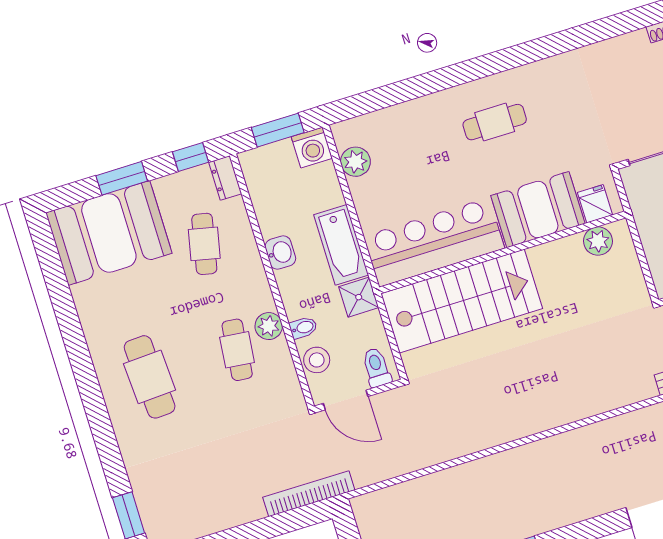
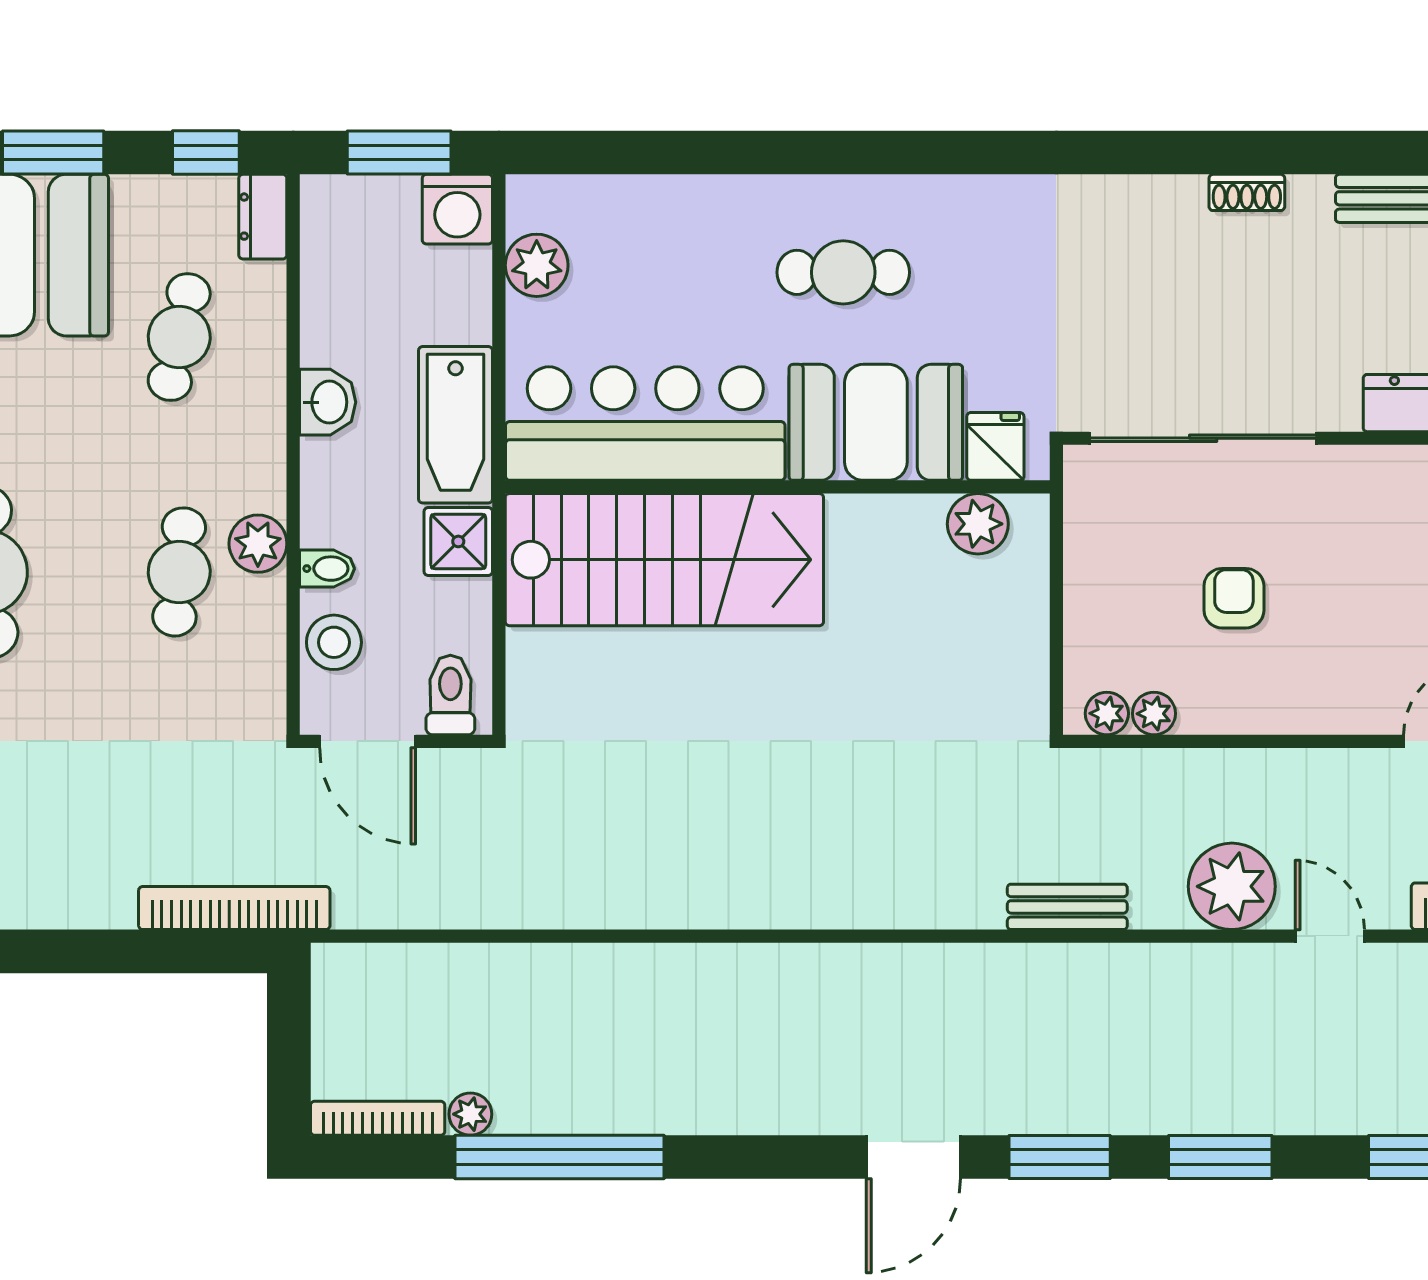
fridge: (595, 204) -> (995, 446), moved
booth: (538, 210) -> (876, 422), moved
plant: (598, 241) -> (978, 524), moved
bar counter: (434, 242) -> (645, 424), moved
wall: (503, 252) -> (778, 487), moved
stairs: (462, 301) -> (664, 560), moved

